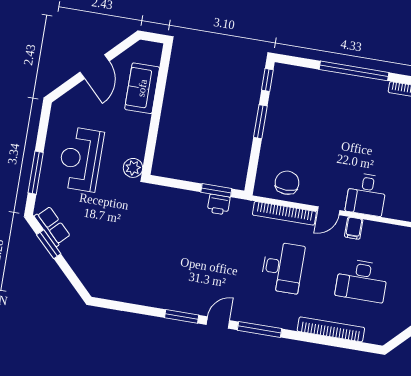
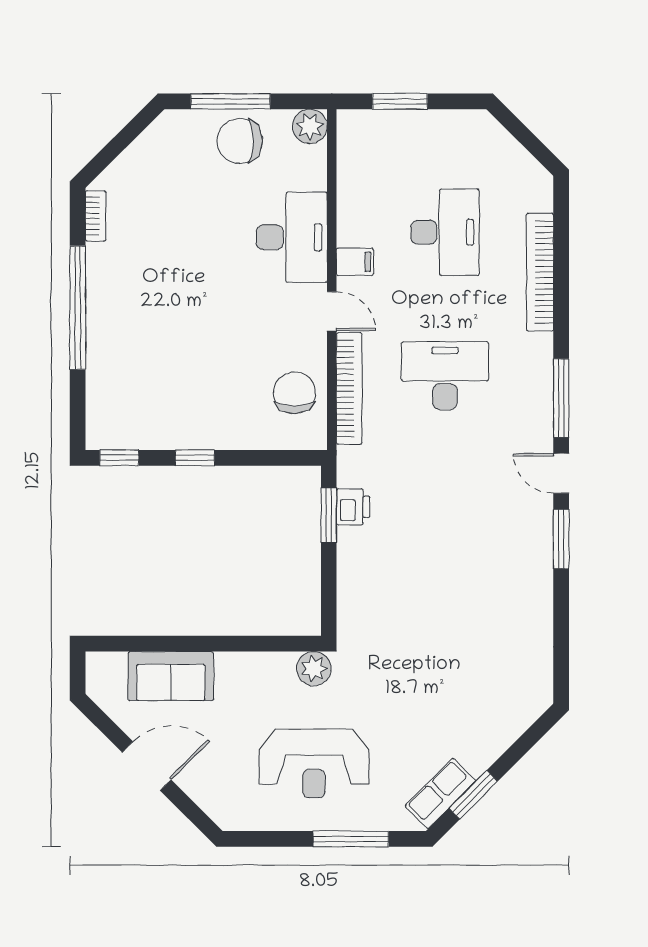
window: (260, 122) -> (195, 458), width x0.67
chair: (287, 183) -> (294, 393), turned 90
desk: (366, 194) -> (292, 237), width x1.37

